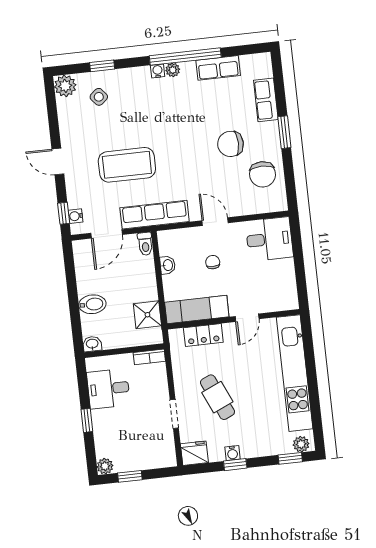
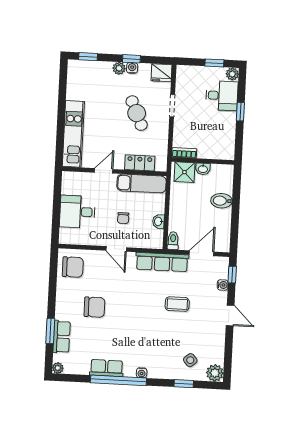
row of seats: (218, 68) -> (107, 368), moved
plant: (173, 70) -> (58, 368), moved
window: (284, 132) -> (50, 331), moved
coffee table: (127, 165) -> (177, 304), width x0.54, depth x0.58
chair: (263, 174) -> (73, 267), moved, turned 90
water cooler: (76, 216) -> (223, 285), moved
desk: (269, 239) -> (77, 212), moved
shower: (147, 315) -> (184, 172), moved
washbasin: (92, 344) -> (203, 169), moved
kitchen unit: (295, 373) -> (73, 134), width x0.73
desk: (108, 389) -> (222, 96), moved
plant: (301, 444) -> (119, 68), moved

